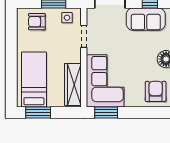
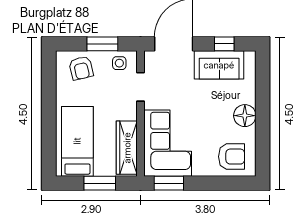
armchair: (37, 22) -> (81, 68), turned -103
armchair: (156, 91) -> (232, 157), turned 90
window: (38, 112) -> (100, 183), moved

